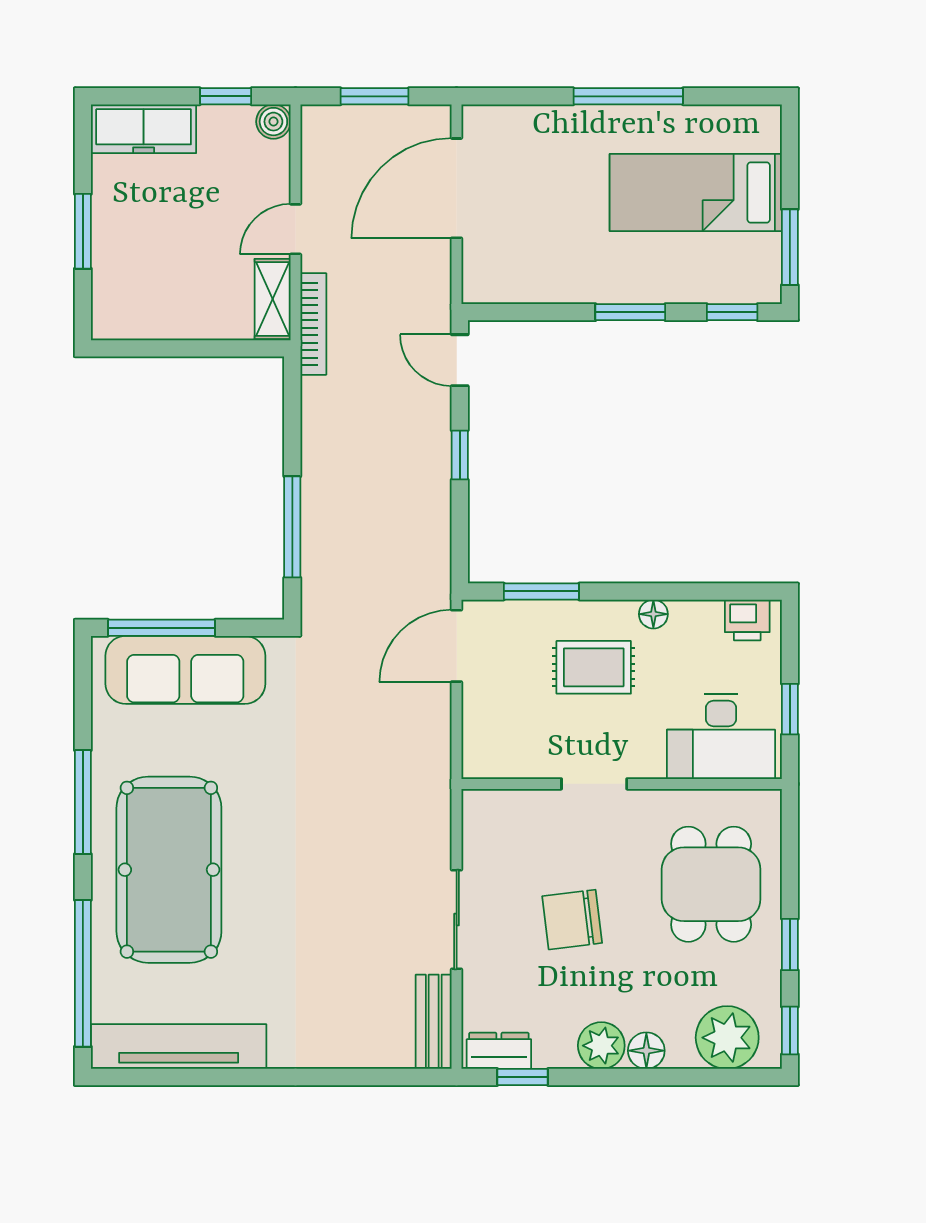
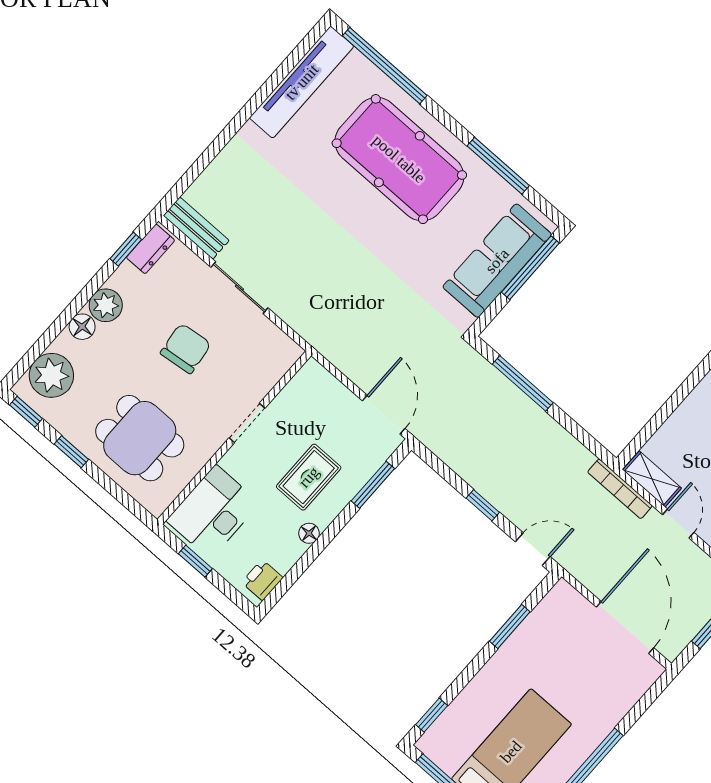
window: (630, 312) -> (510, 626), moved
window: (83, 802) -> (498, 166), moved

